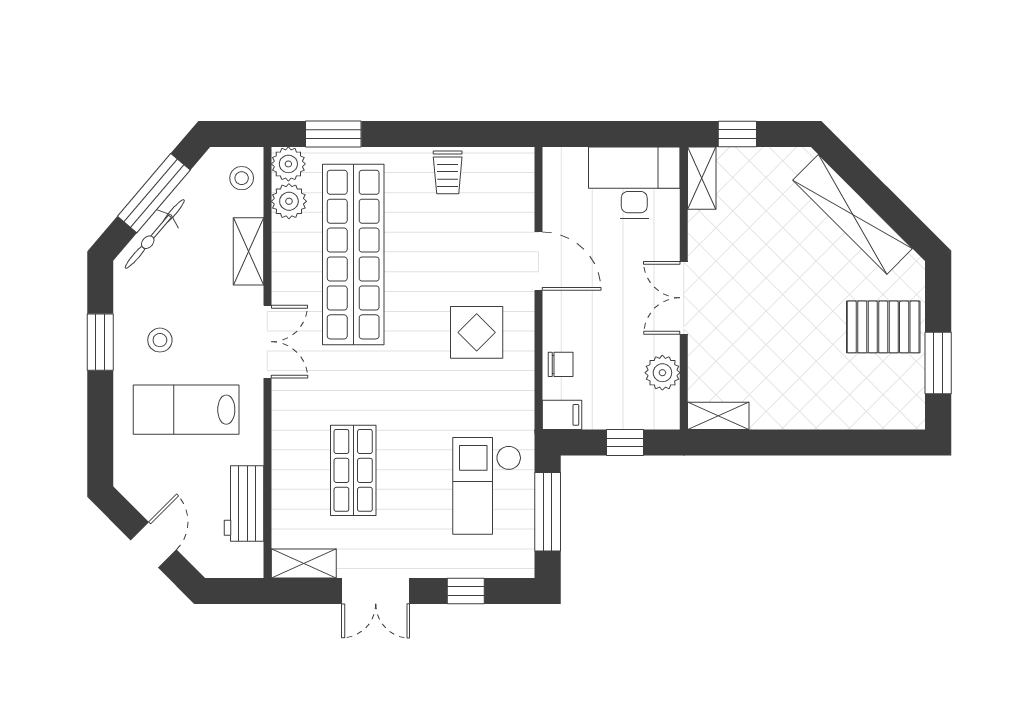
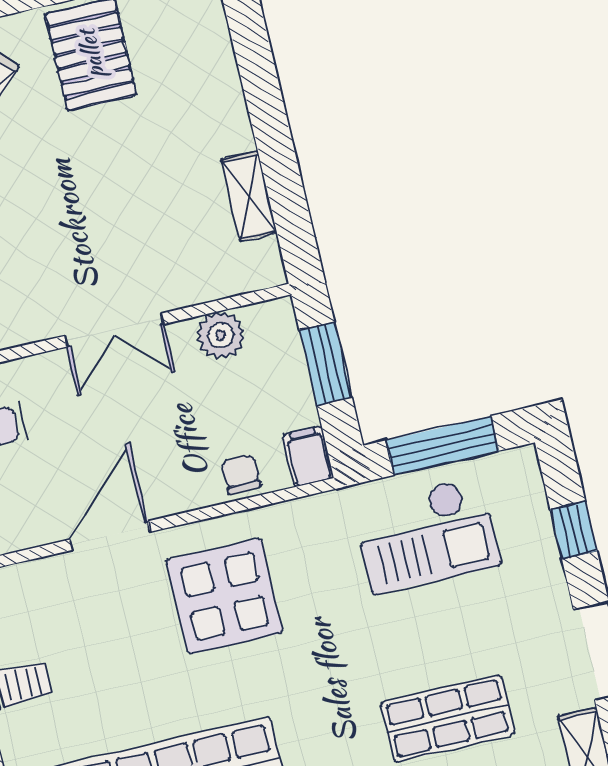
display table: (477, 332) -> (225, 596), width x1.36, depth x1.36
shelving: (718, 416) -> (249, 196), moved
window: (625, 443) -> (326, 364), width x1.50

